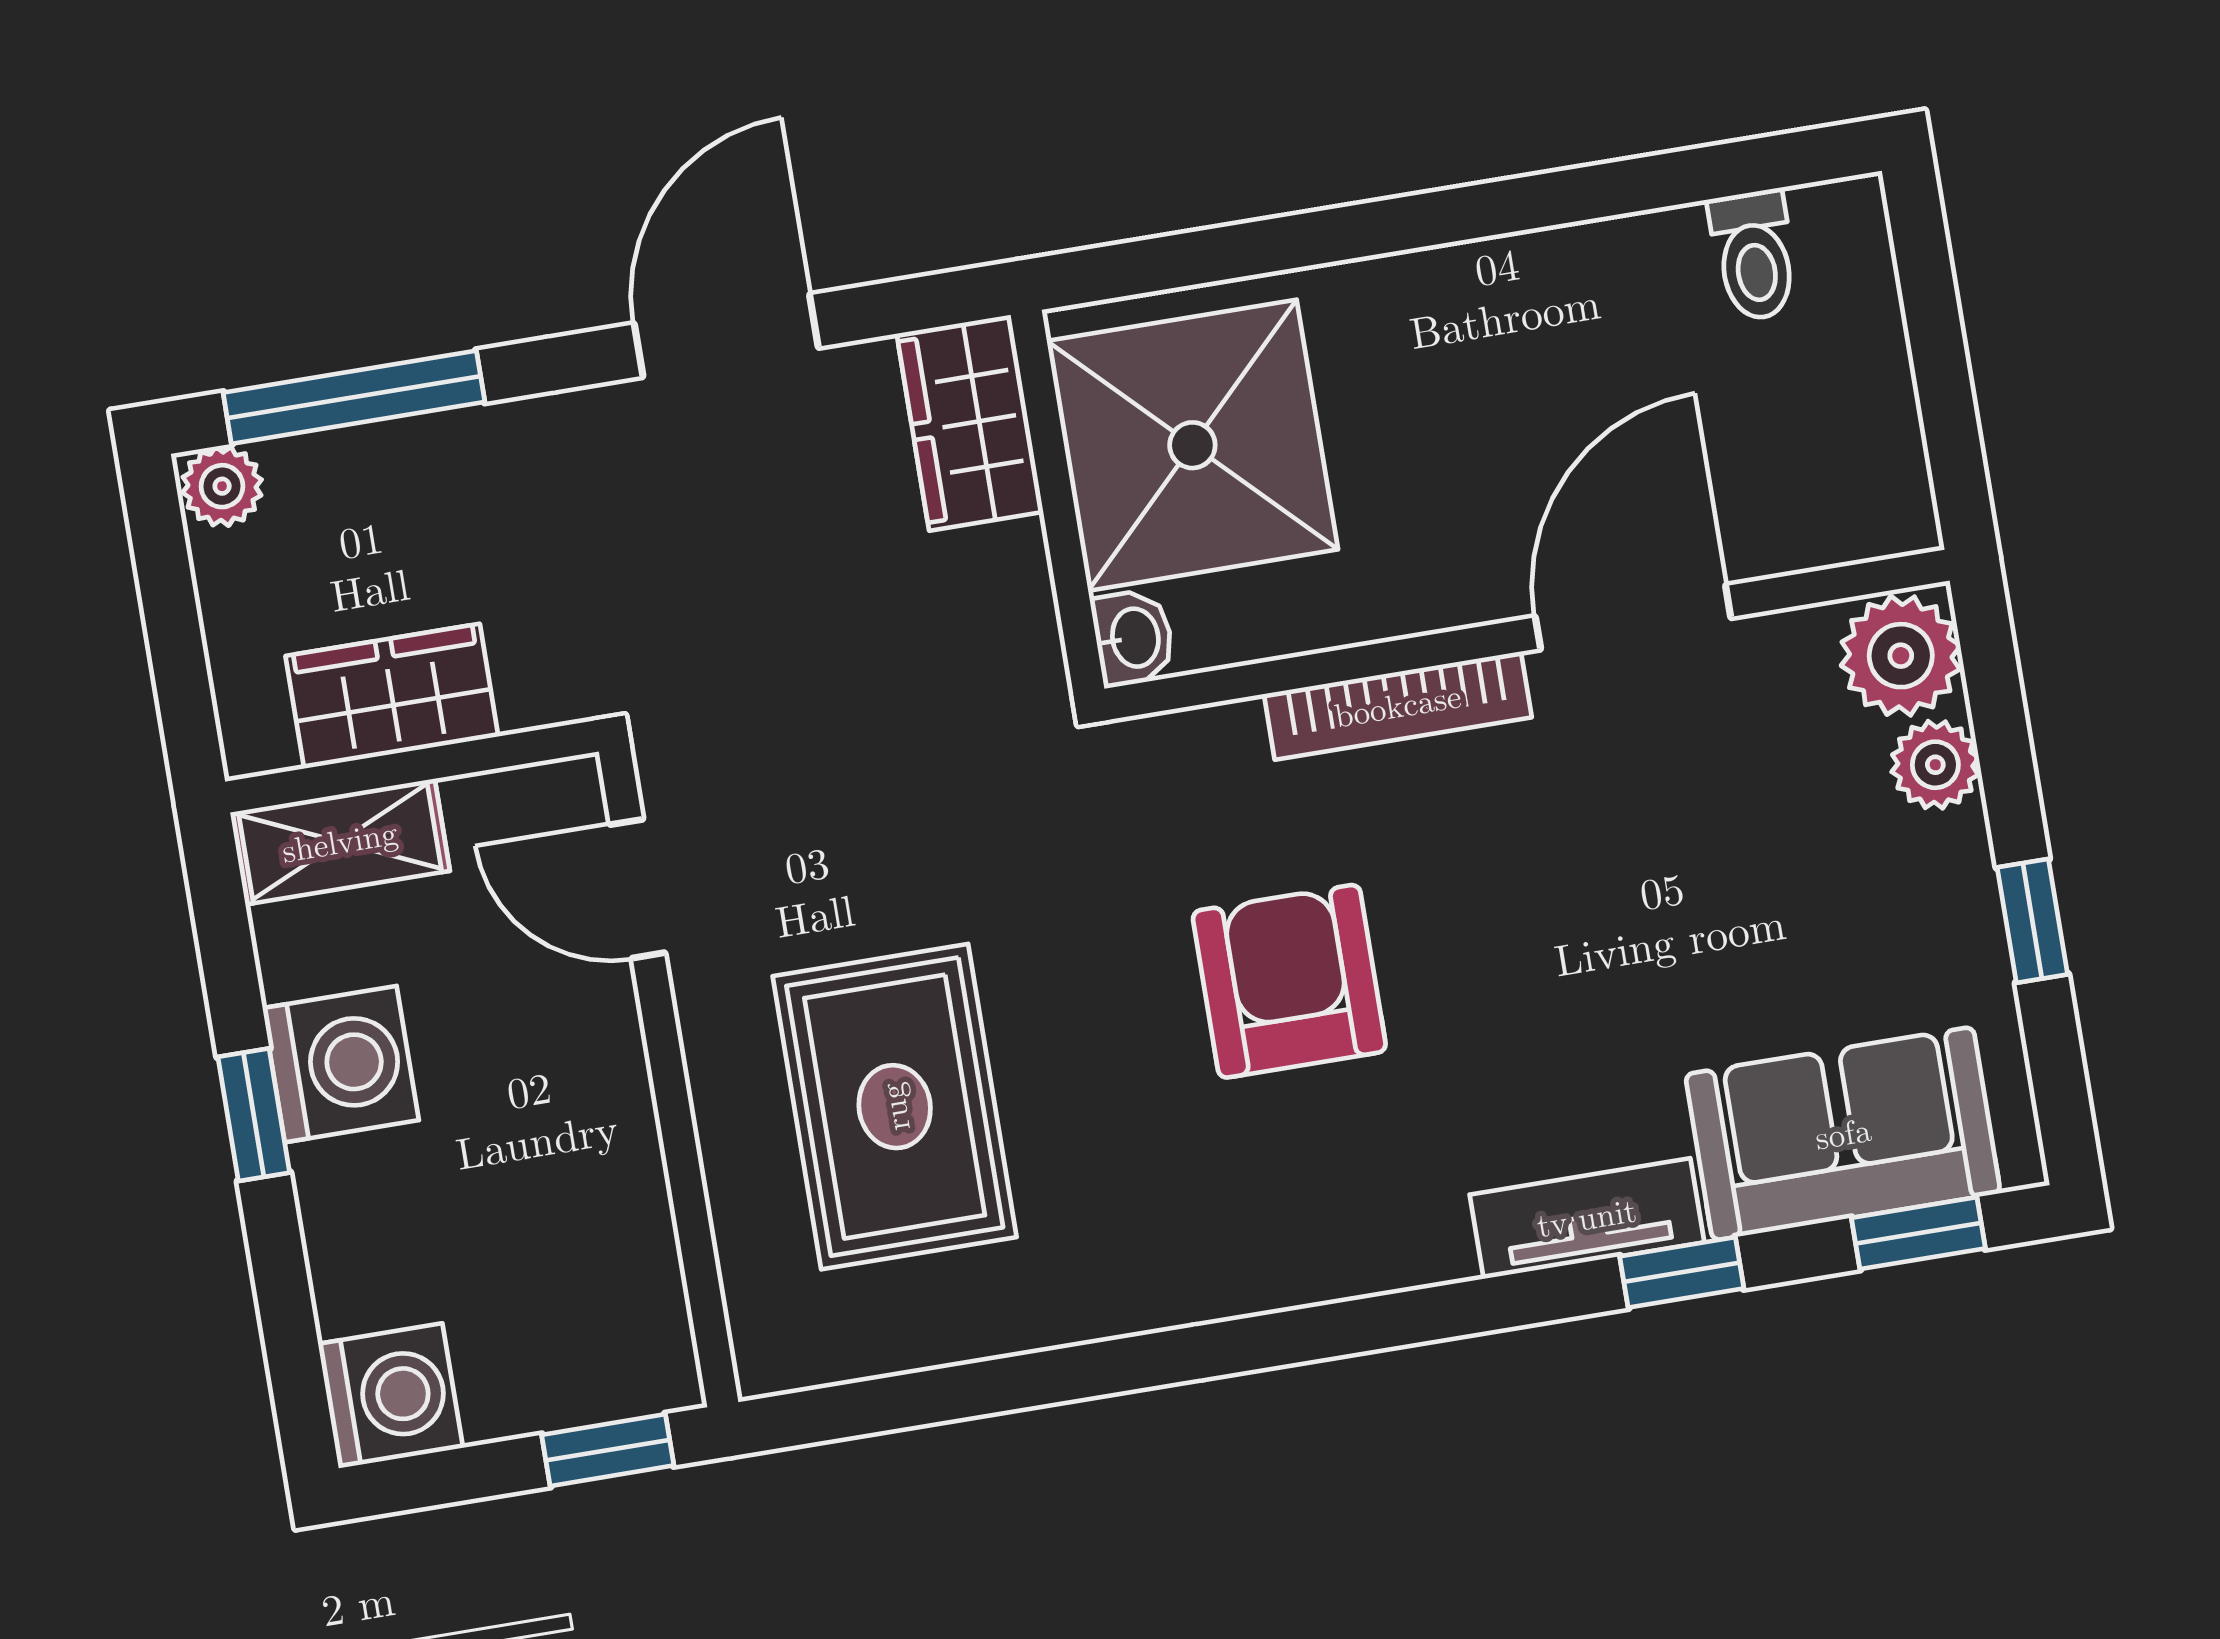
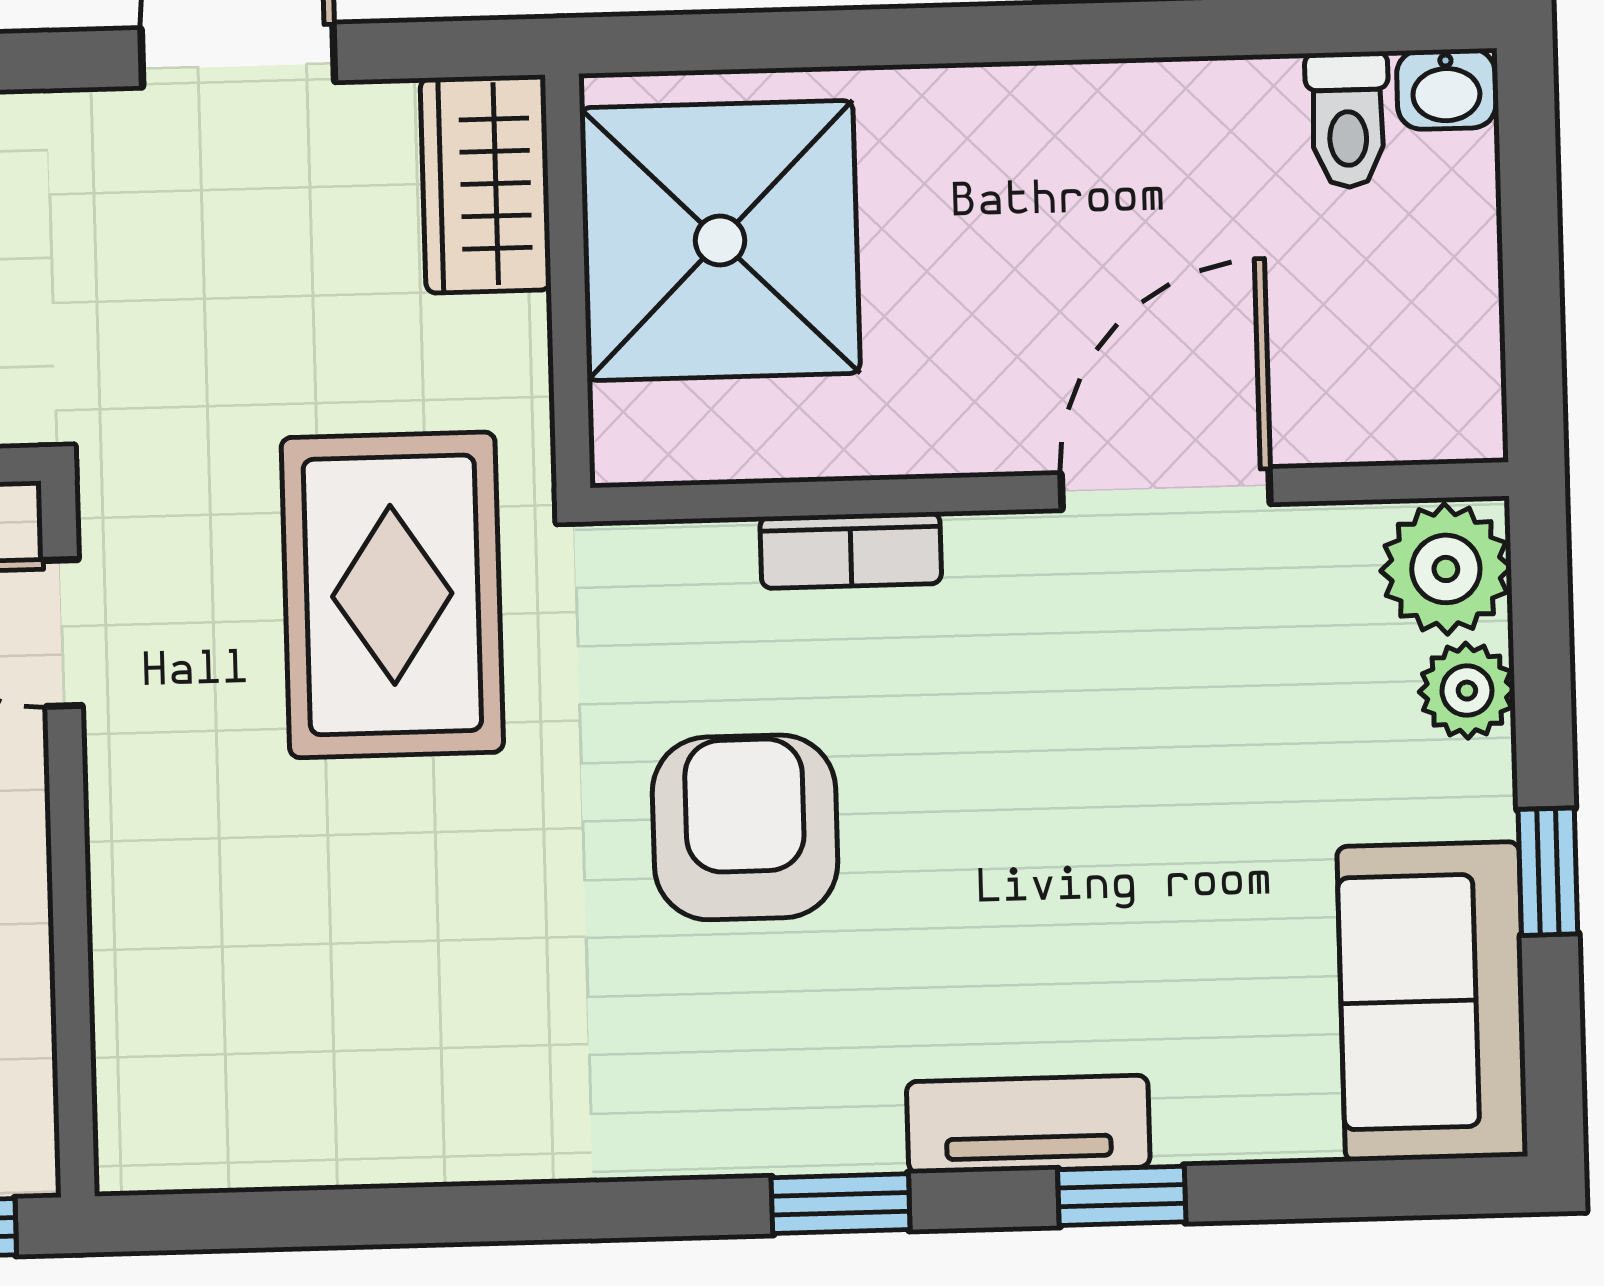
washbasin: (1133, 638) -> (1446, 89), moved, turned 90
bookcase: (1398, 706) -> (851, 550), width x0.64
rug: (895, 1107) -> (392, 595), moved
sofa: (1843, 1134) -> (1432, 1001), moved, turned -90
window: (1918, 1233) -> (841, 1204), moved

